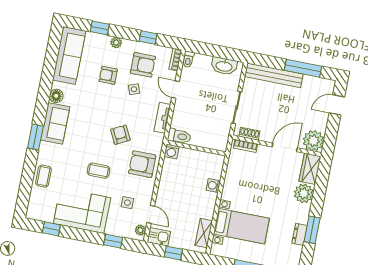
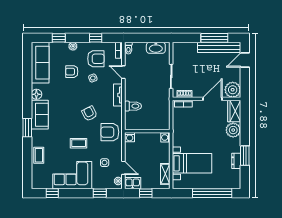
bench: (274, 75) -> (219, 47), moved
wall: (196, 148) -> (147, 131), moved
washing machine: (171, 151) -> (130, 137), moved

